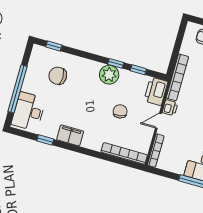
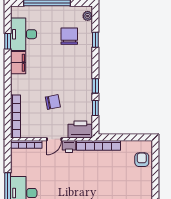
window: (54, 46) -> (95, 40), moved
plant: (109, 75) -> (88, 16), moved, width x0.53, depth x0.53
desk: (29, 111) -> (24, 34), moved, turned -90
door: (158, 121) -> (54, 139), swing flipped

